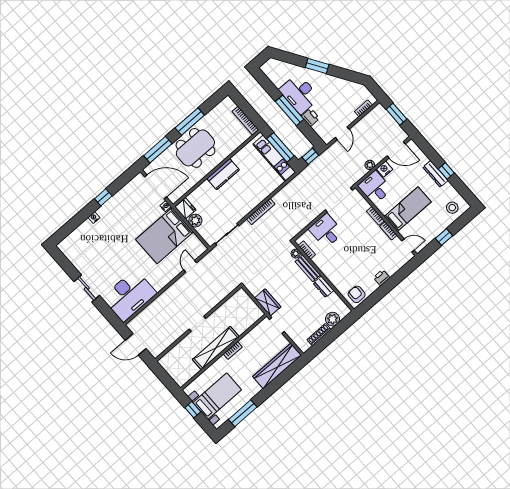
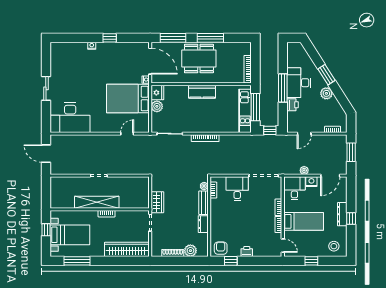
plant: (331, 82) -> (326, 93), added
door: (396, 150) -> (330, 176), hinge flipped
window: (375, 298) -> (231, 261), added

